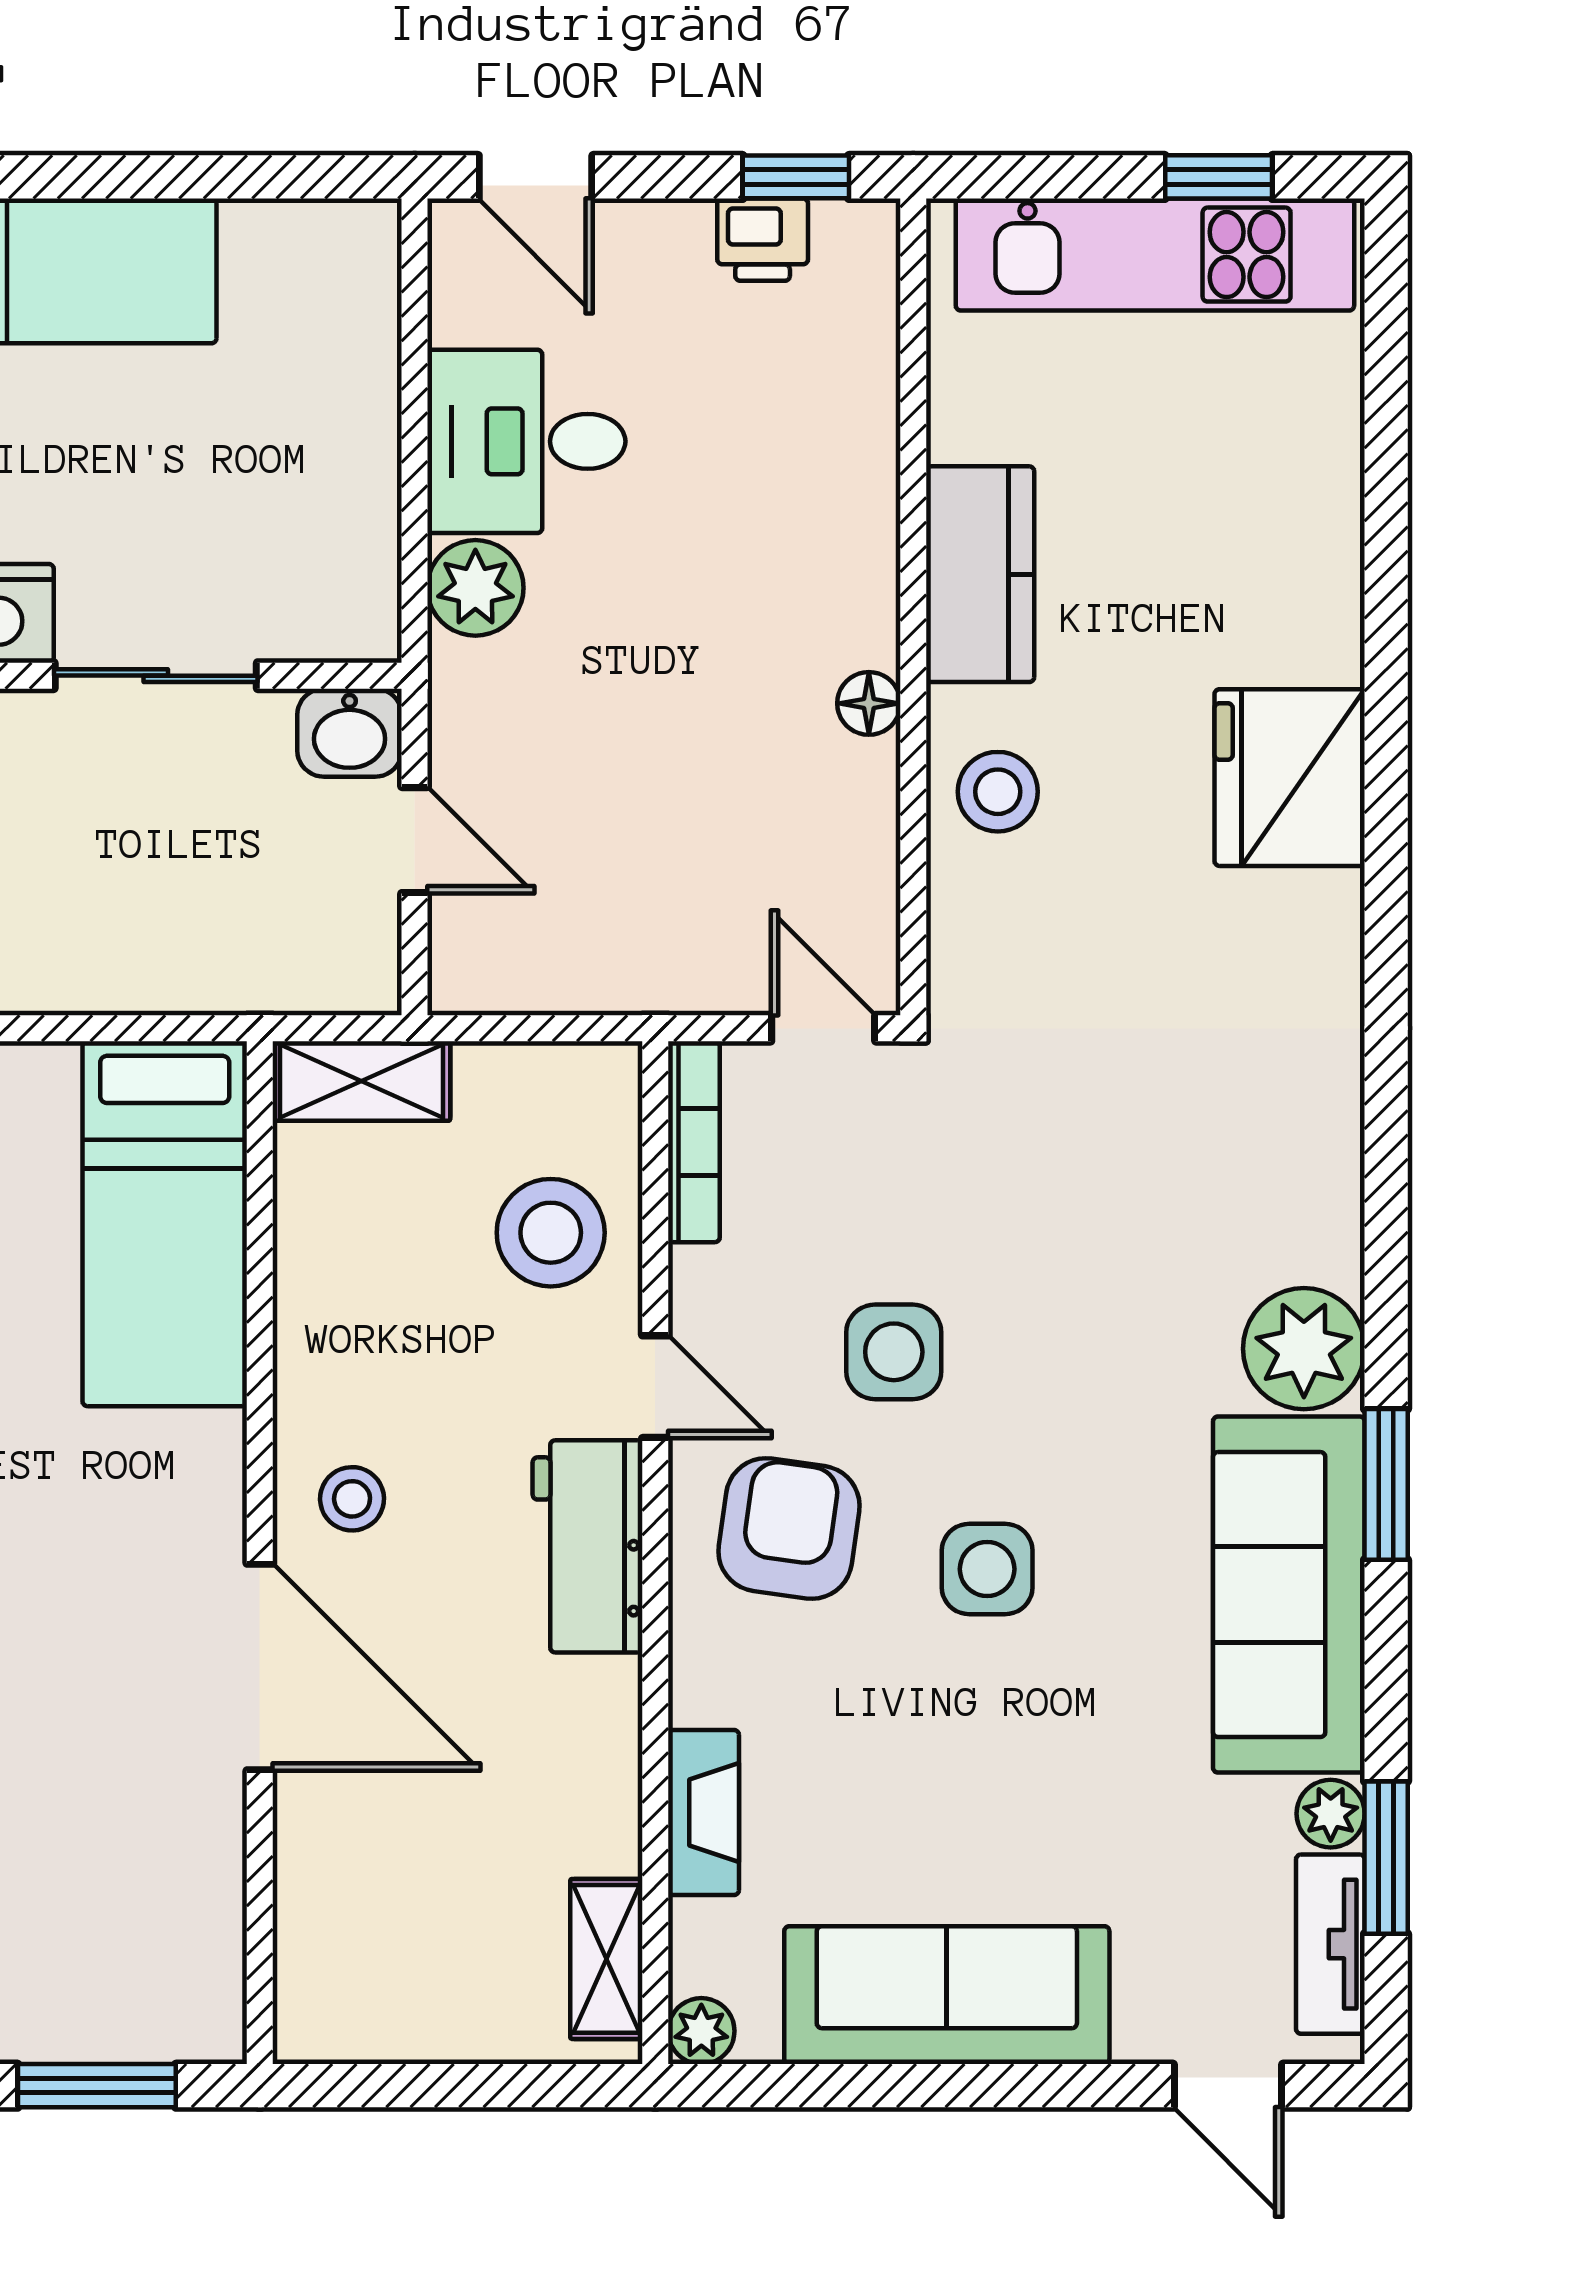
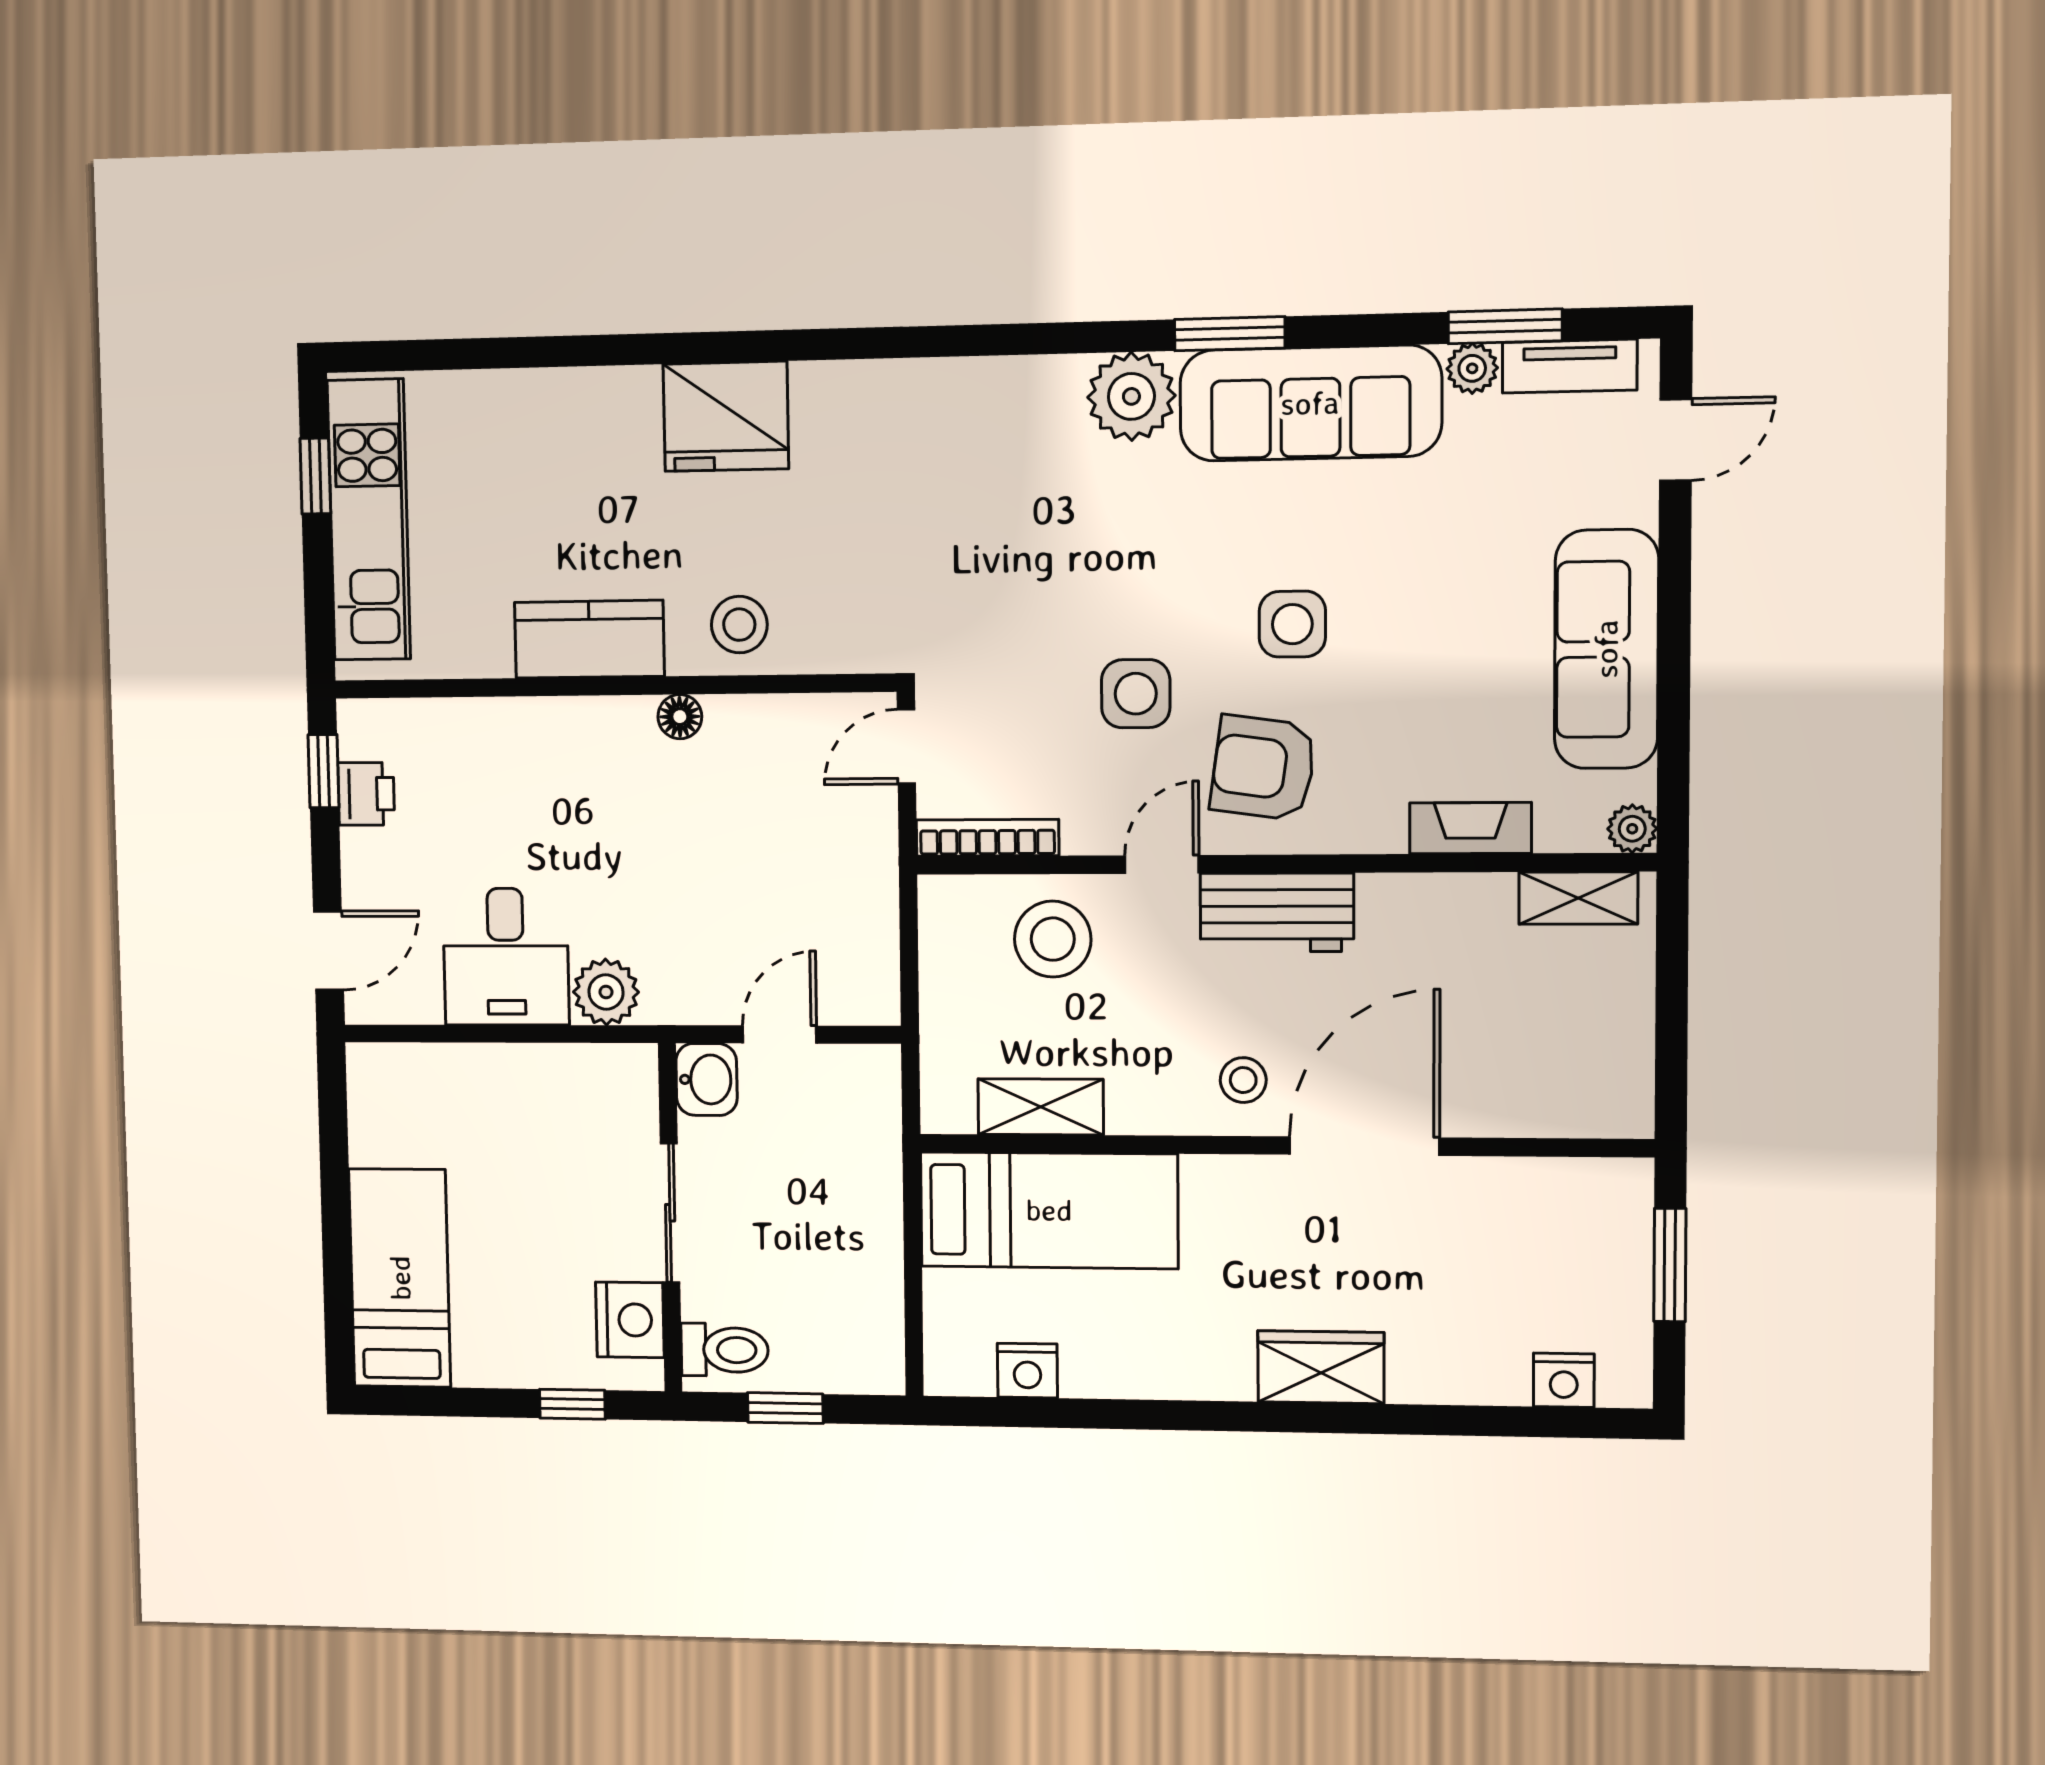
shelving: (361, 1081) -> (1041, 1107), moved, turned 90

